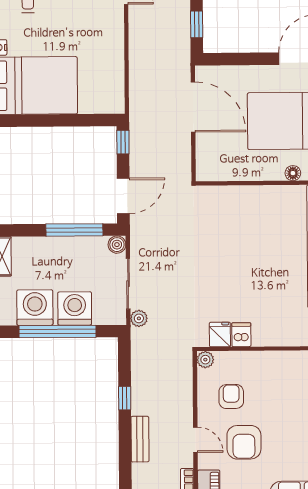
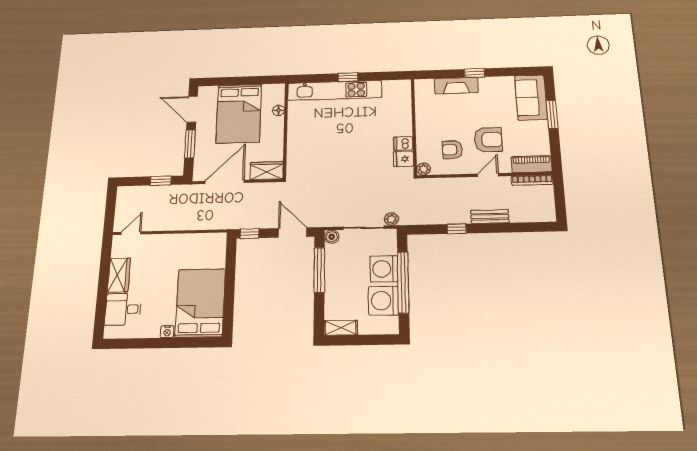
window: (248, 59) -> (190, 144), added
wardrobe: (208, 160) -> (267, 171), added

